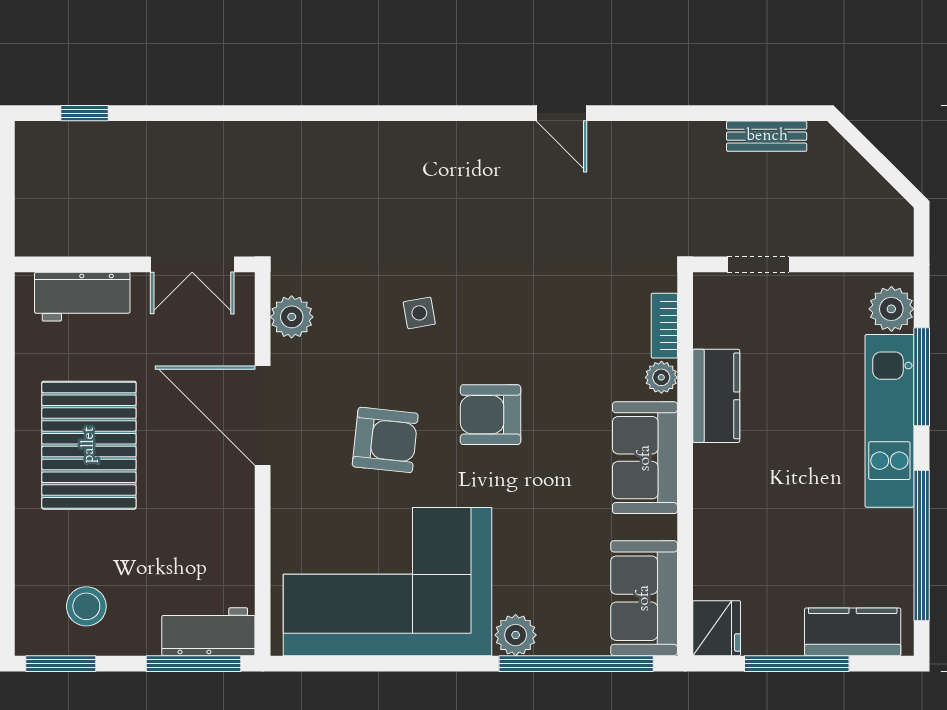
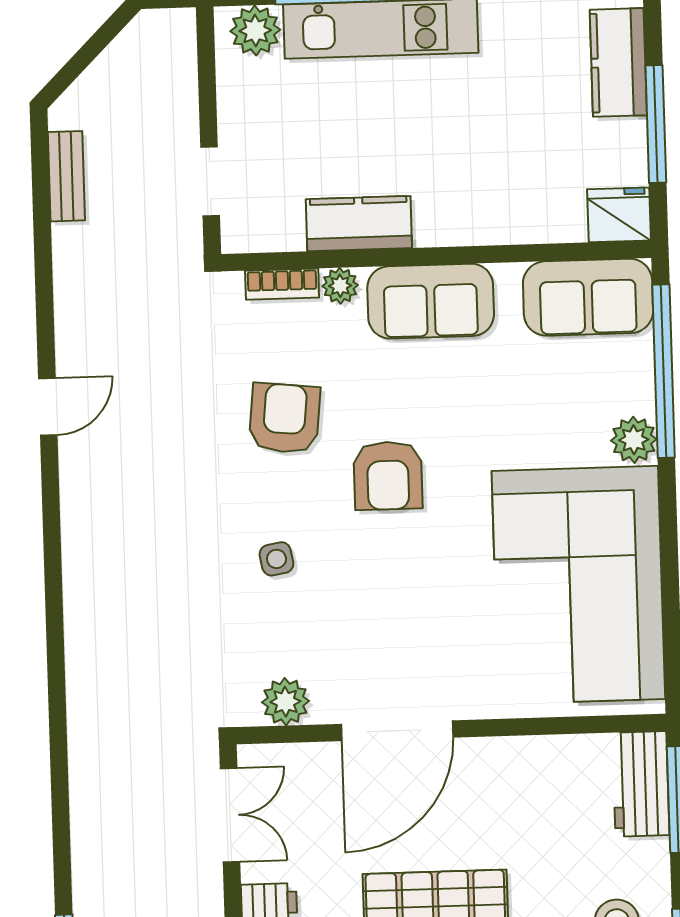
armchair: (385, 440) -> (285, 418), moved

